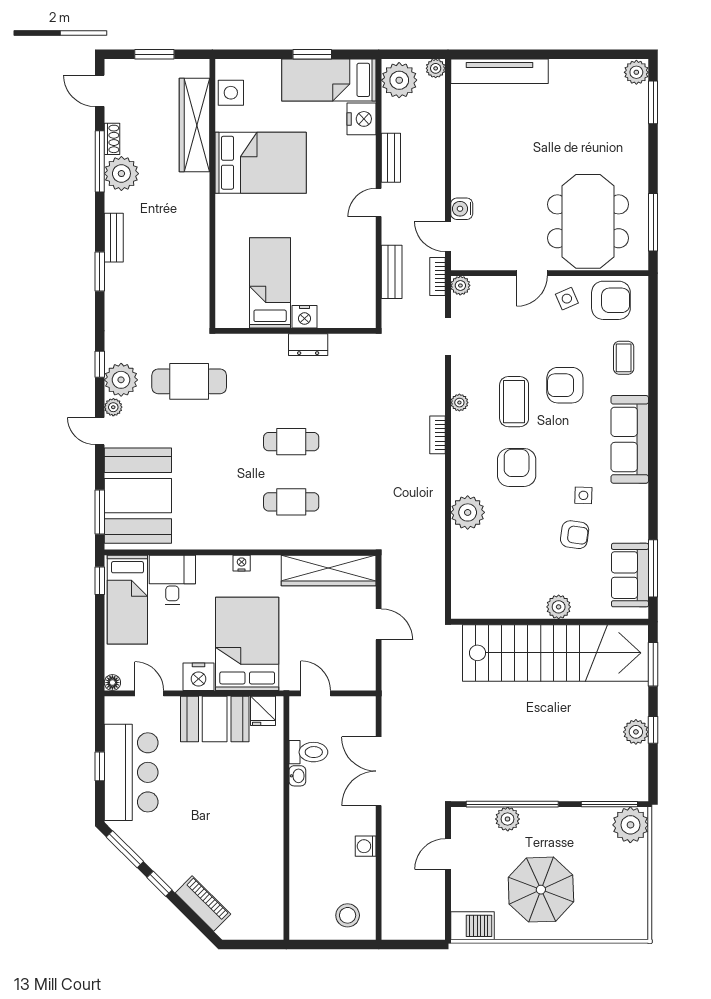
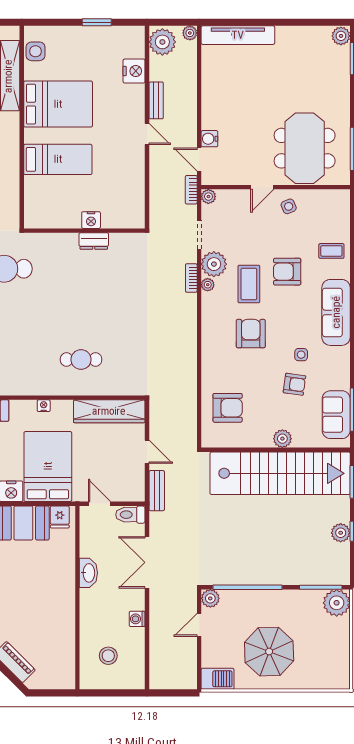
bed: (329, 80) -> (109, 42), removed
door: (379, 202) -> (147, 134), swing flipped
bench: (392, 272) -> (157, 491), moved
bed: (270, 283) -> (58, 159), moved, turned 90
armchair: (611, 300) -> (228, 408), moved
coffee table: (624, 358) -> (331, 251), turned 90
bookcase: (438, 435) -> (191, 278), moved
cafe table: (291, 442) -> (81, 314), removed
plant: (468, 512) -> (214, 264), moved
toilet: (308, 752) -> (130, 515), moved, turned 180
washbasin: (297, 776) -> (88, 573), width x1.91, depth x1.45
plant: (508, 819) -> (210, 598), moved
stool: (348, 915) -> (108, 656), moved

